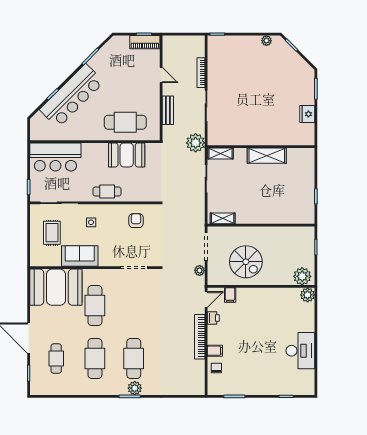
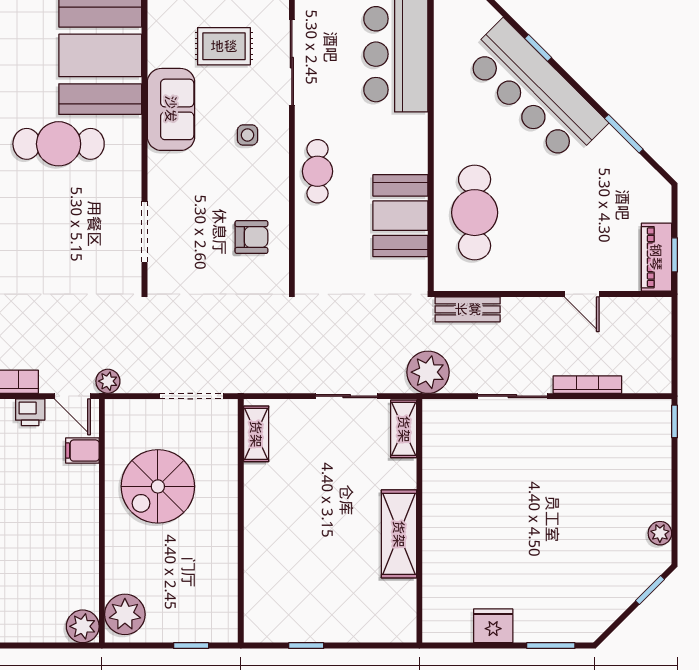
door: (161, 75) -> (582, 294), hinge flipped
bench: (168, 110) -> (468, 309), moved
plant: (200, 270) -> (108, 381), moved

